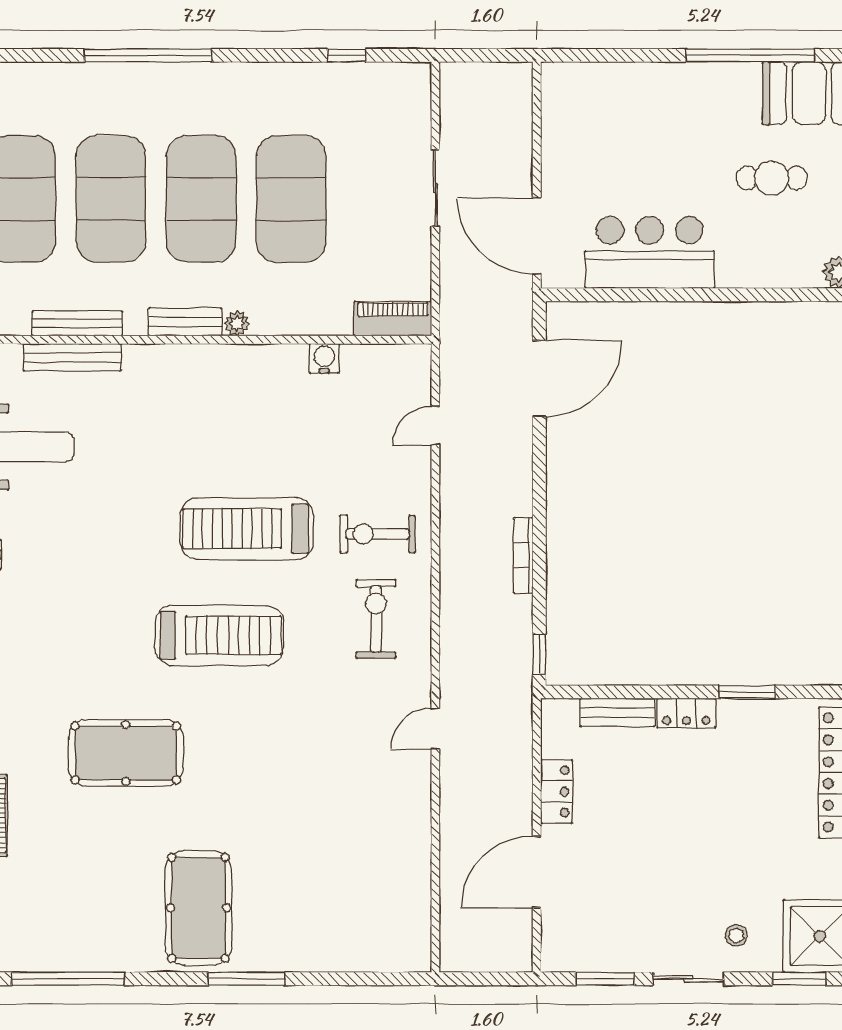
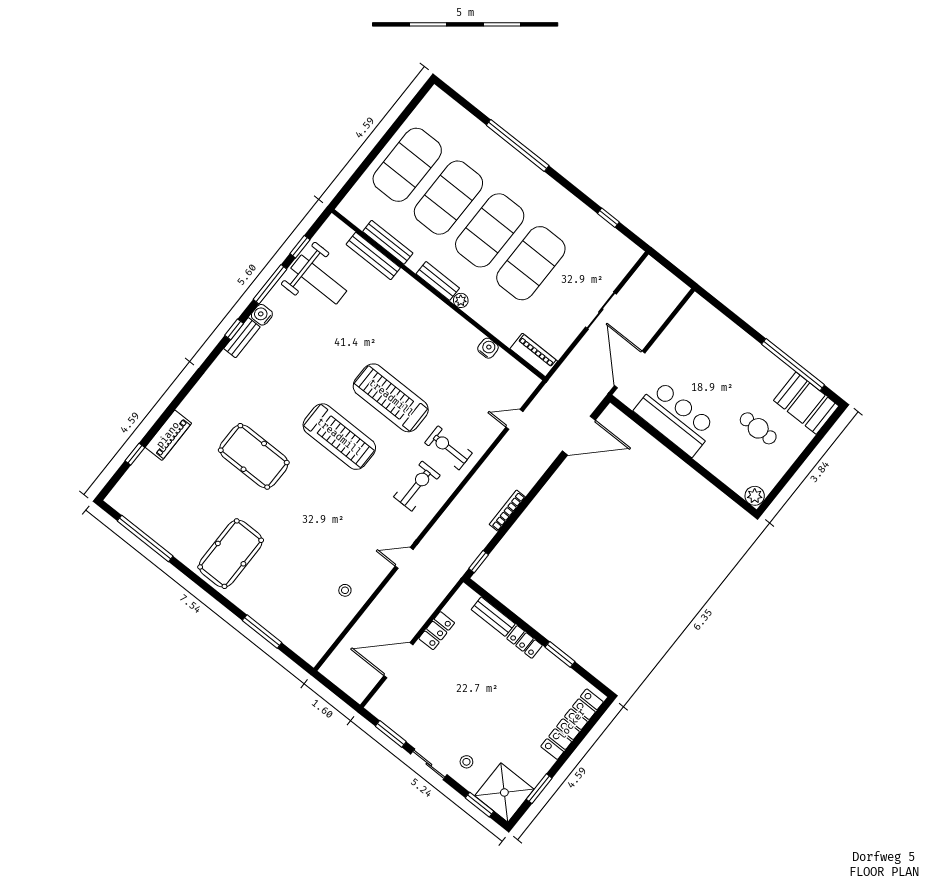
stool: (391, 835) -> (345, 590), added
window: (246, 979) -> (262, 632), moved

